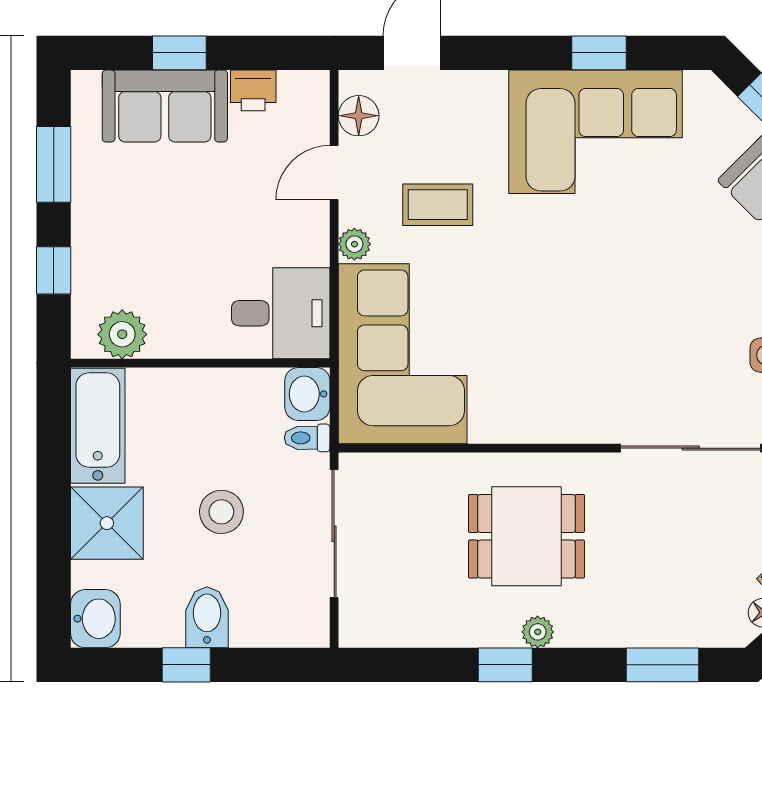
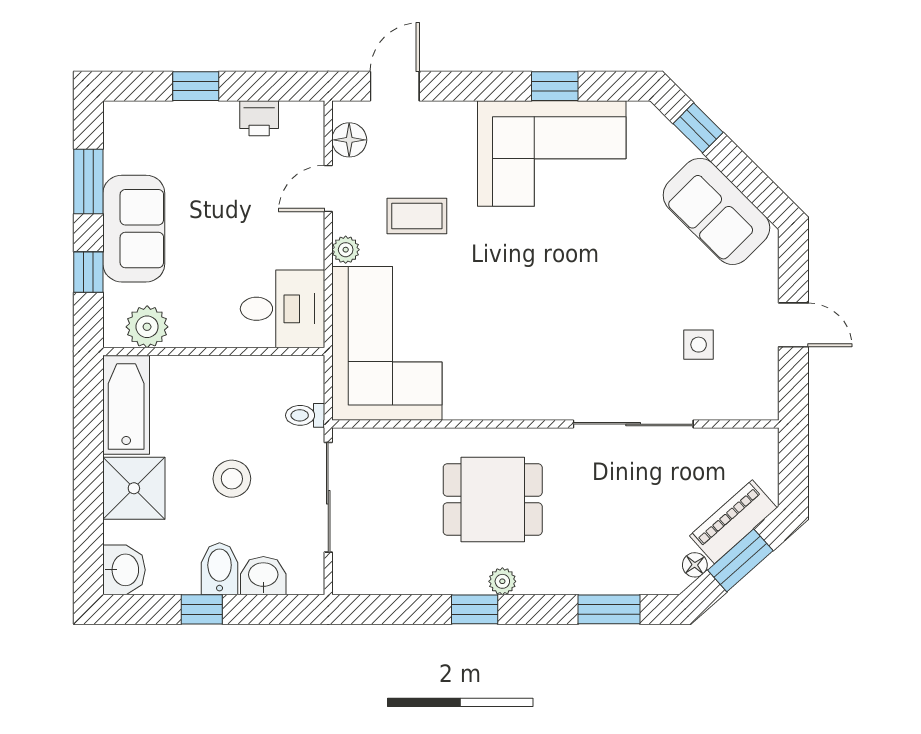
sofa: (165, 106) -> (134, 229), moved, turned -90
washbasin: (307, 394) -> (263, 576), moved, turned 90

